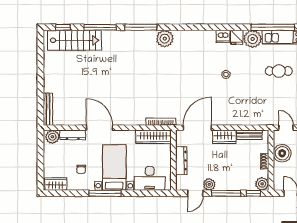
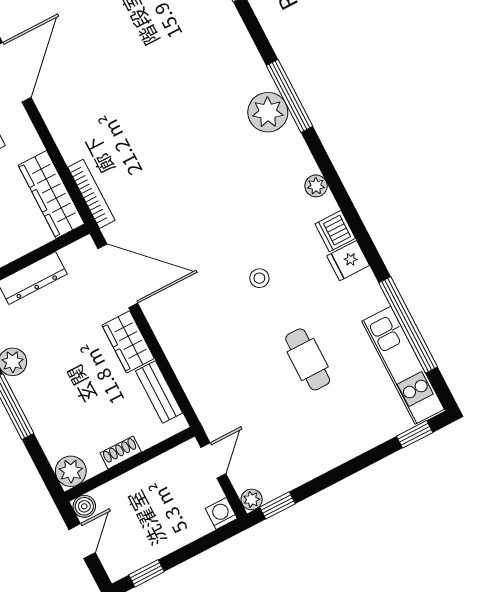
window: (141, 27) -> (289, 96), moved
plant: (253, 39) -> (316, 186), moved, width x0.53, depth x0.53
cafe table: (279, 71) -> (308, 359), moved
boiler: (282, 153) -> (84, 506), moved, width x0.54, depth x0.54
window: (253, 193) -> (42, 463), removed

